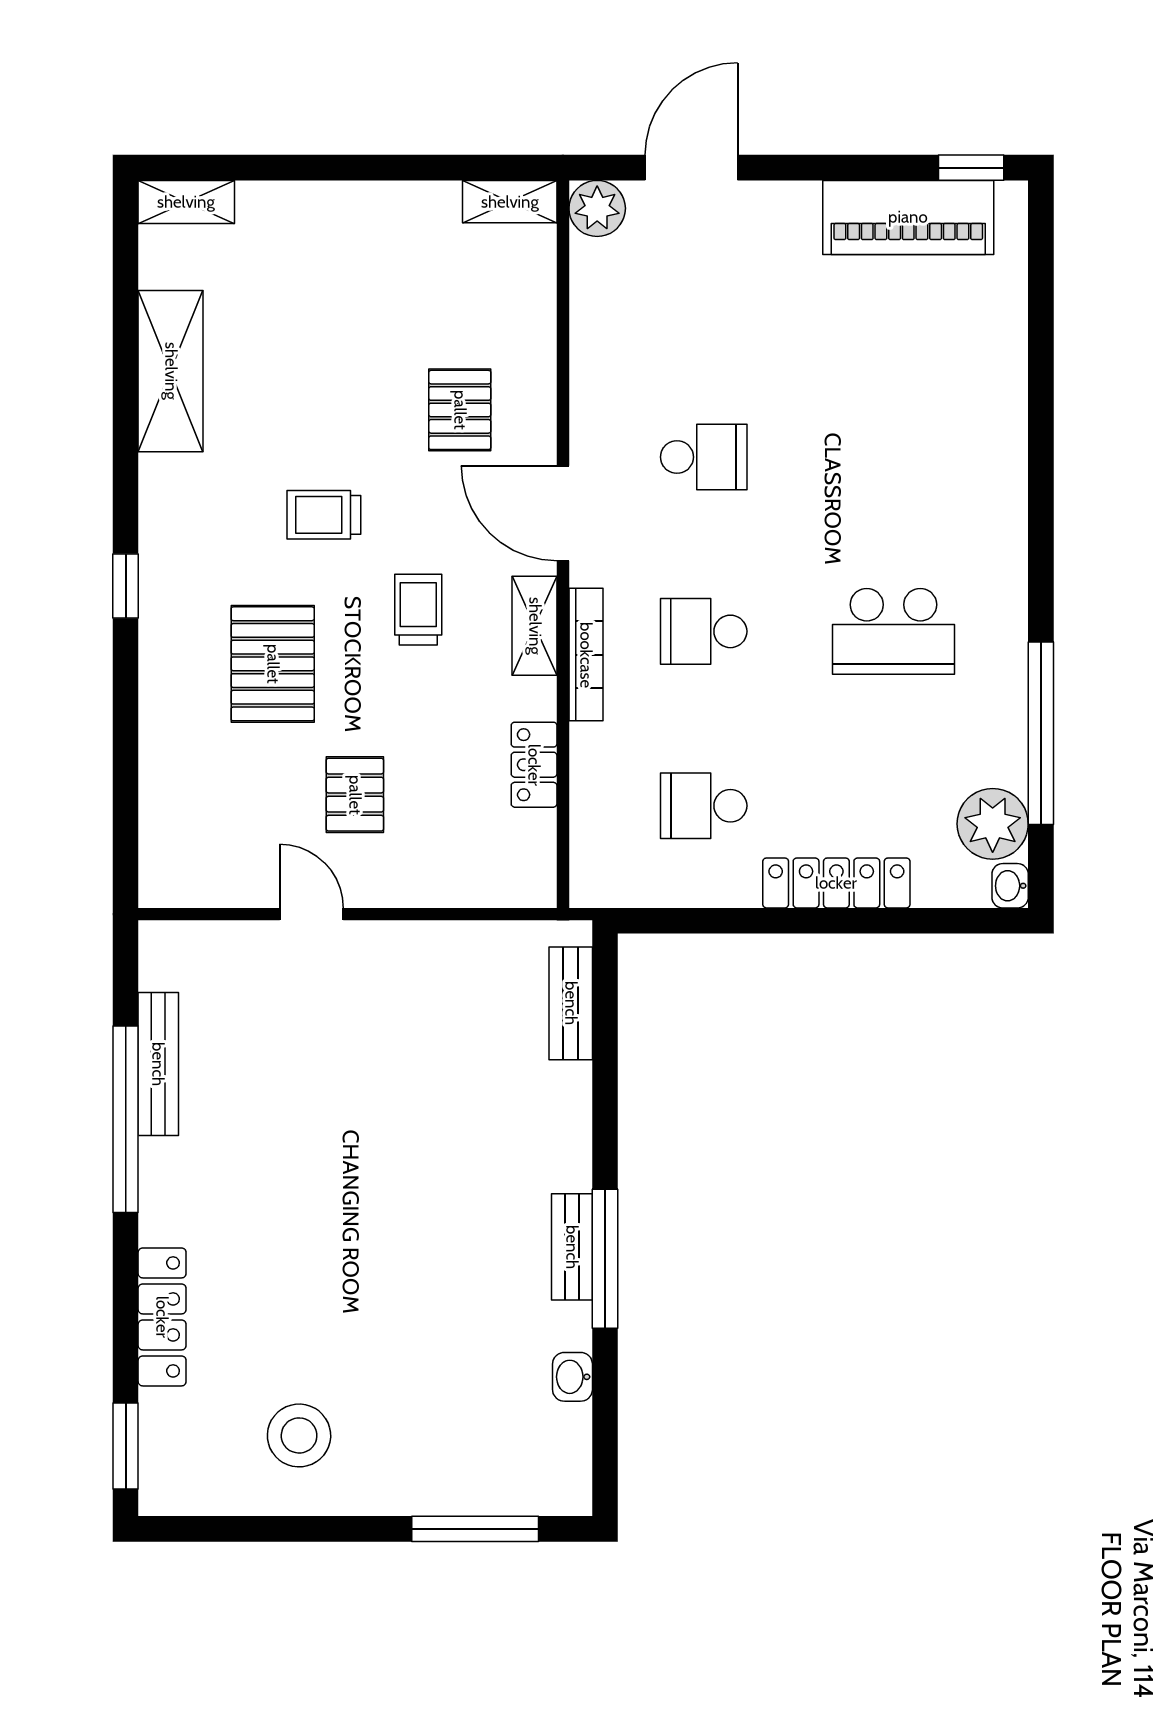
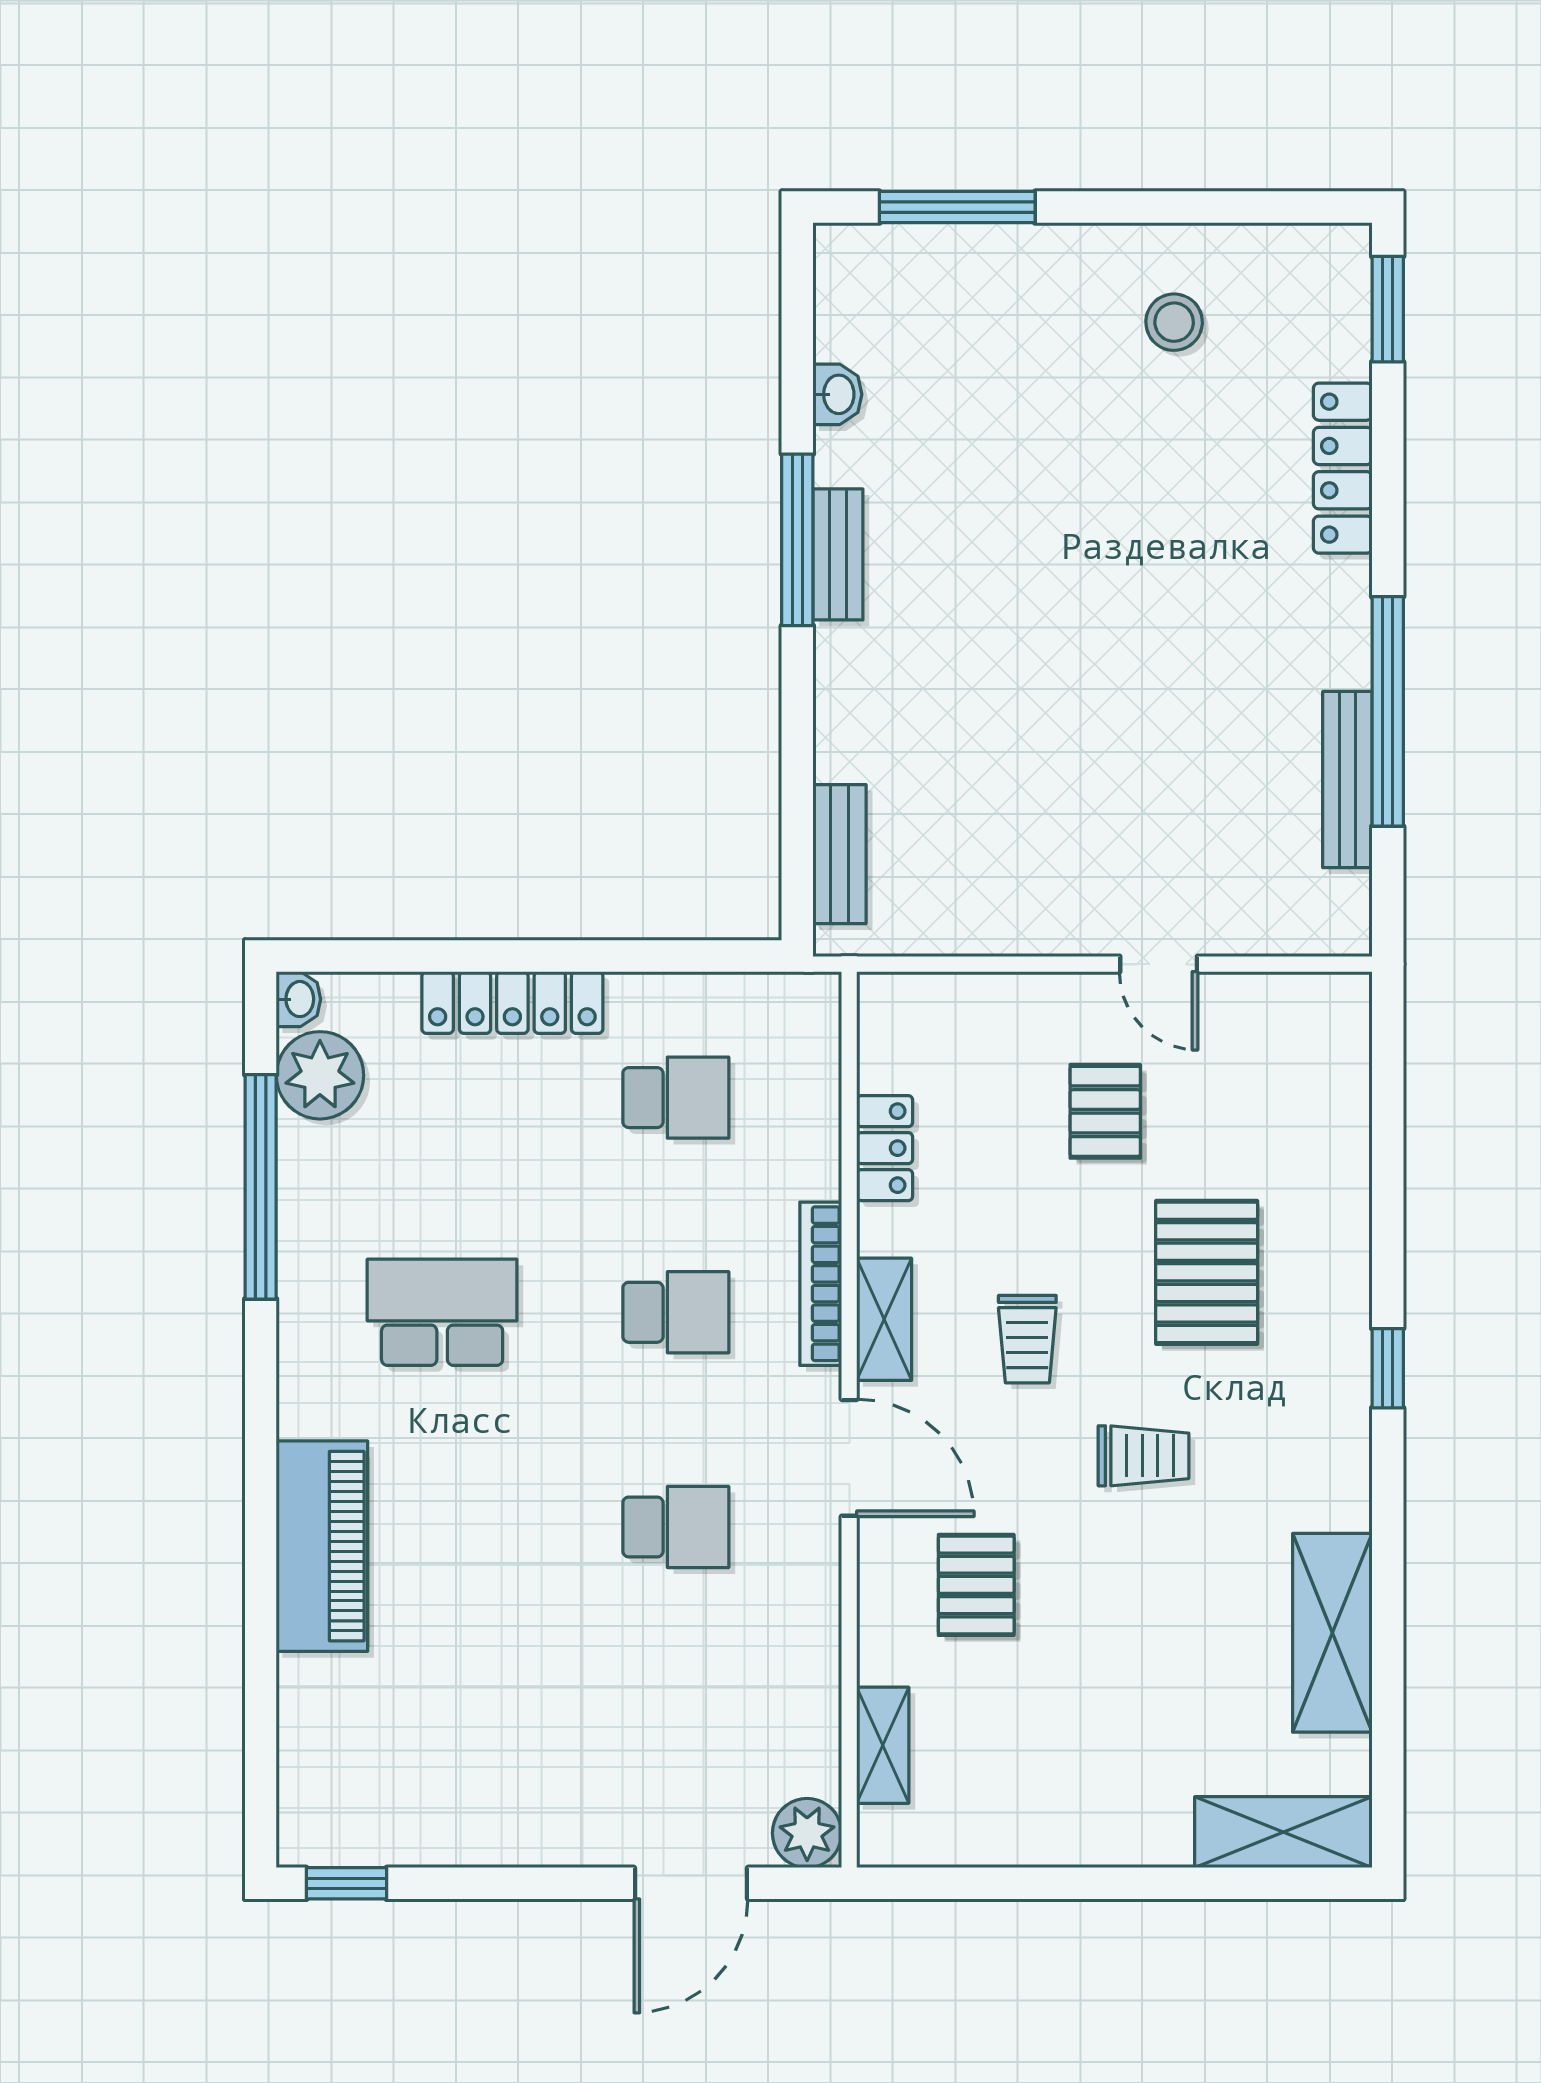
shelving: (186, 202) -> (1283, 1832), width x1.50, depth x1.33
shelving: (510, 202) -> (883, 1745), moved, turned 90
piano: (908, 217) -> (322, 1546), moved, turned 90
school desk: (704, 457) -> (676, 1527), turned 180
stool: (299, 1435) -> (1174, 322), width x0.73, depth x0.73

